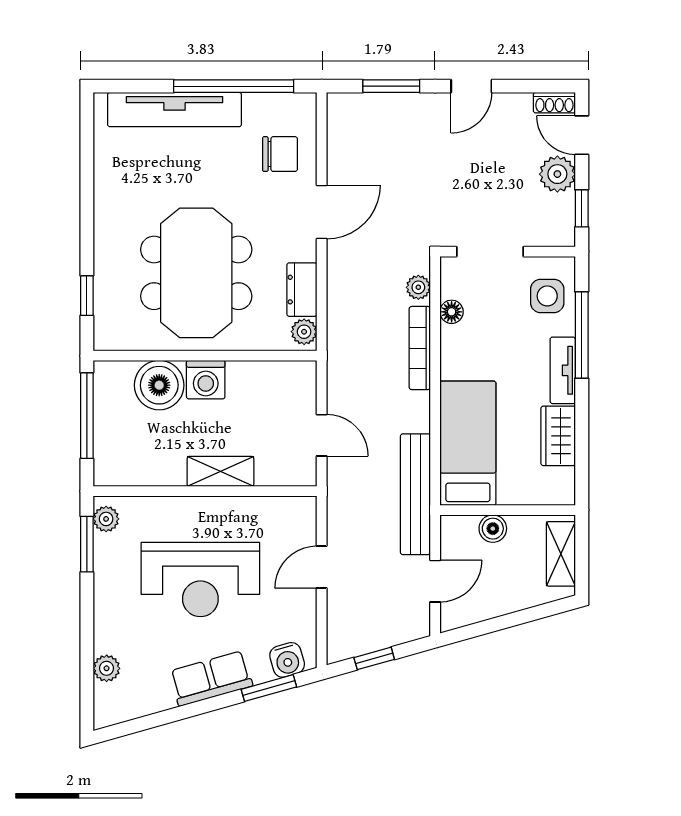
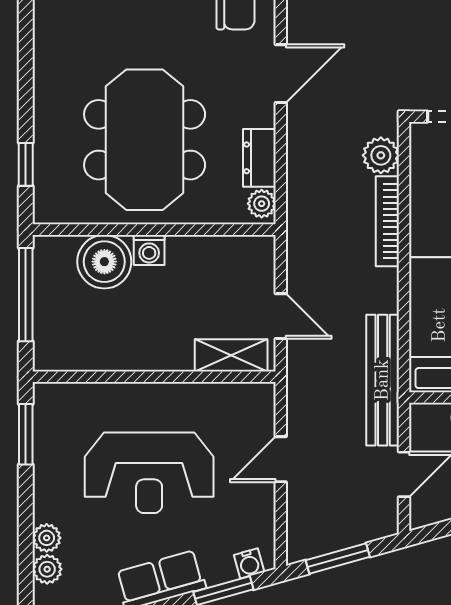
plant: (418, 287) -> (381, 155), width x1.38, depth x1.38
floor lamp: (452, 312) -> (422, 182), removed
washing machine: (206, 380) -> (149, 250), width x0.73, depth x0.73
shelving: (220, 471) -> (231, 355), moved
plant: (106, 519) -> (47, 538), moved
window: (374, 658) -> (338, 558), width x1.50
water cooler: (287, 660) -> (249, 563), width x0.72, depth x0.72

